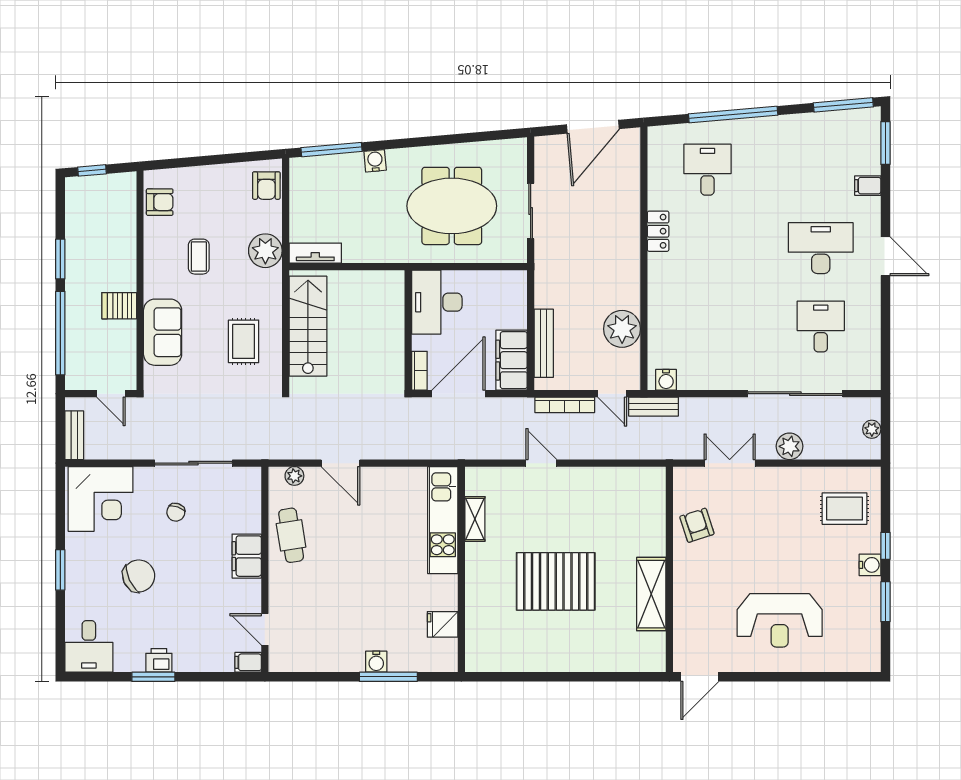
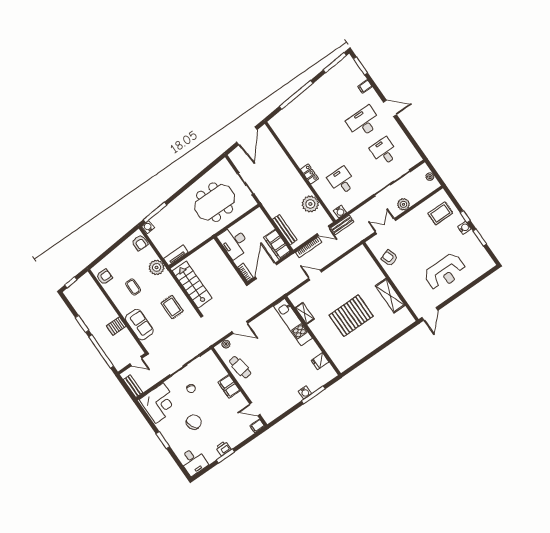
water cooler: (375, 161) -> (148, 227), moved
desk: (708, 170) -> (342, 181), moved
locker: (658, 231) -> (310, 174), moved

